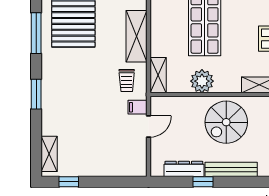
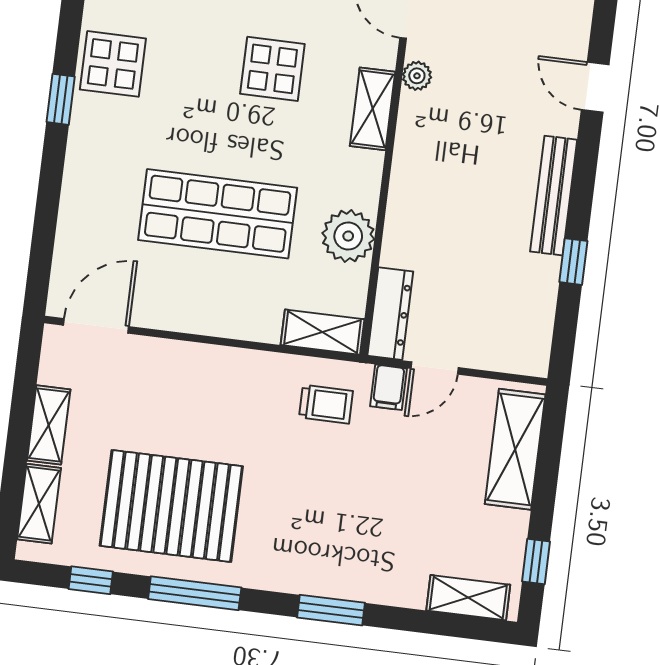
shelving: (137, 36) -> (515, 449), moved, turned 90
spiral stairs: (226, 122) -> (447, 193), removed
door: (149, 126) -> (435, 368), swing flipped
dresser: (184, 169) -> (390, 314), moved, turned 180

